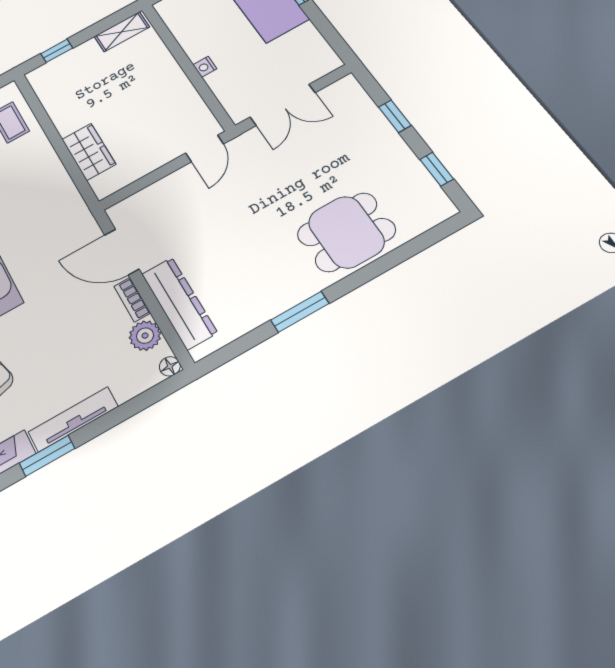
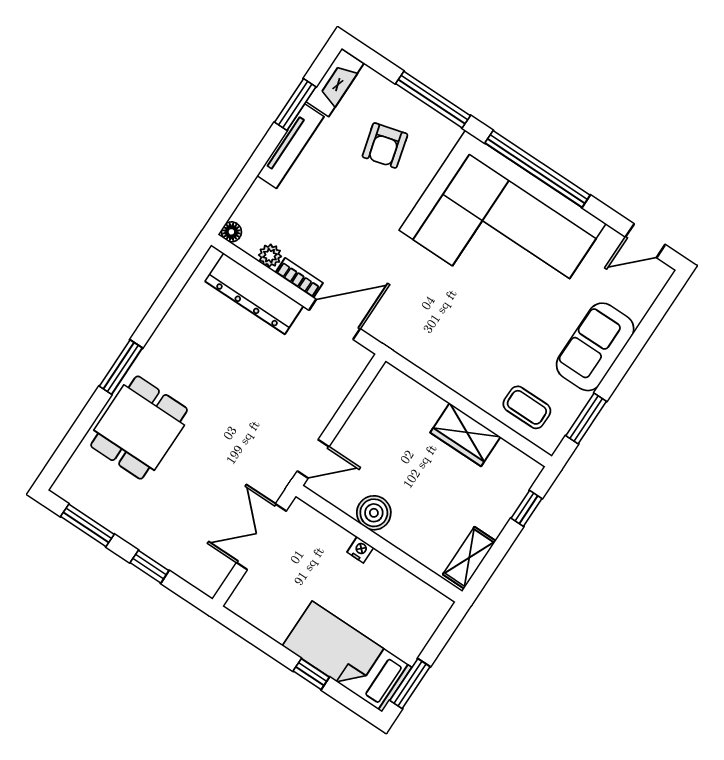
boiler: (178, 90) -> (374, 513), added
door: (204, 148) -> (313, 459), swing flipped
wardrobe: (89, 152) -> (465, 435), moved
window: (437, 169) -> (87, 525), width x1.50
window: (300, 312) -> (121, 367), moved
plant: (145, 336) -> (270, 256), width x0.73, depth x0.73

